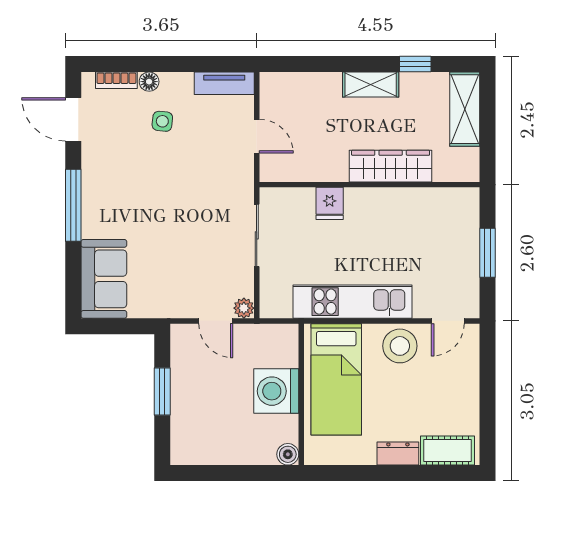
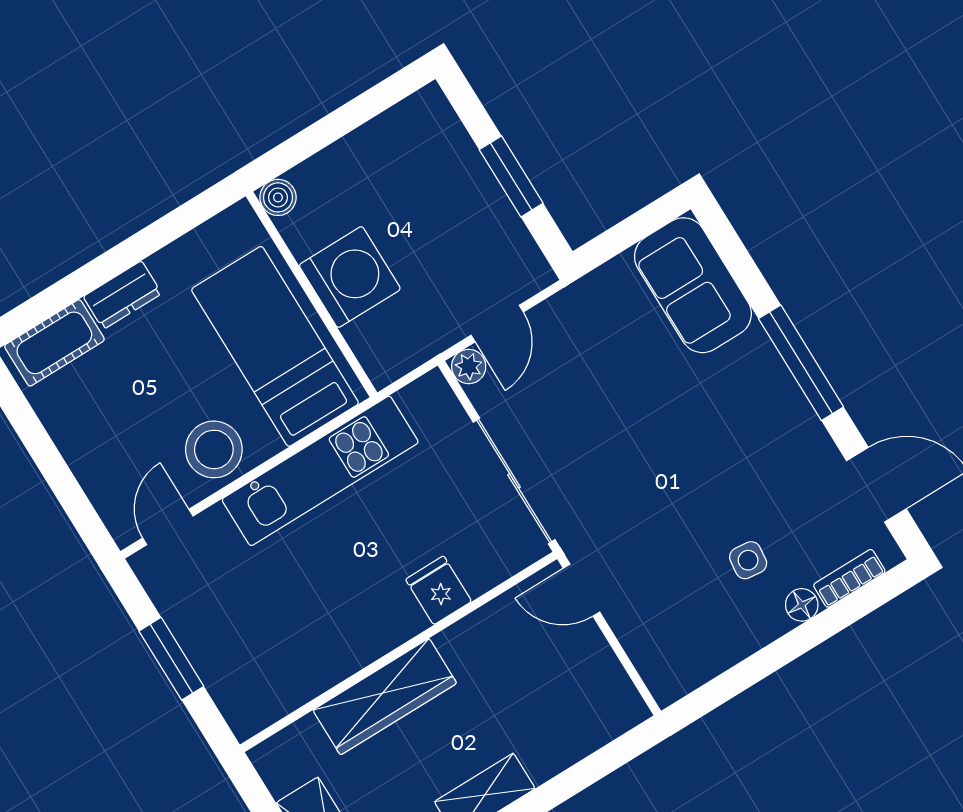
tv unit: (224, 83) -> (694, 668), removed
door: (257, 136) -> (581, 590), moved
sliding door: (257, 235) -> (514, 481), width x1.37
door: (216, 321) -> (497, 324), swing flipped

